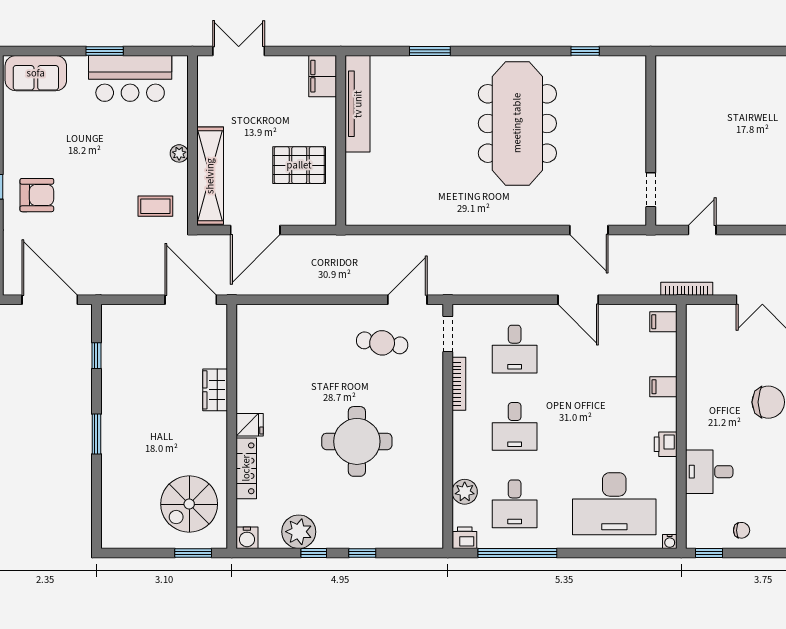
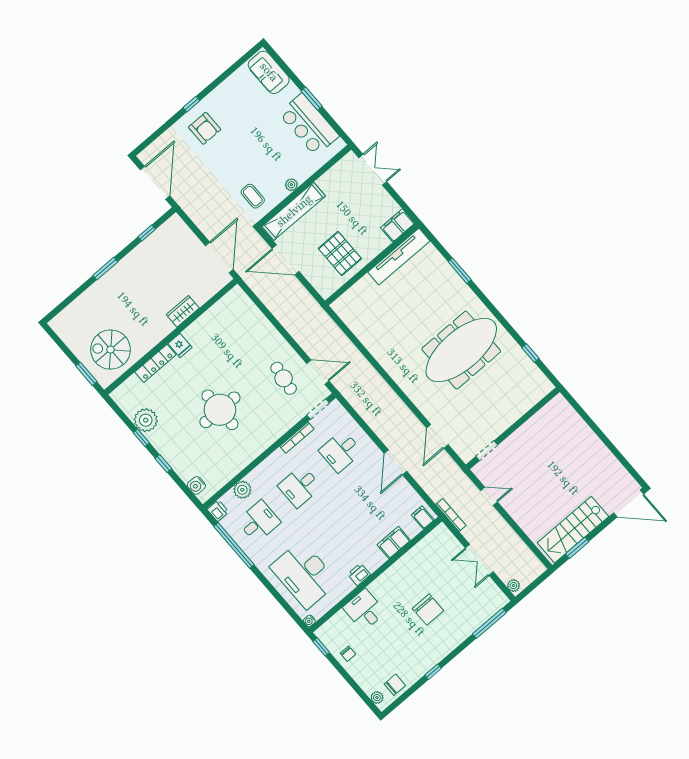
filing cabinet: (663, 387) -> (394, 543), width x2.00
desk: (515, 504) -> (259, 522), turned 180
water cooler: (247, 538) -> (196, 485), moved

